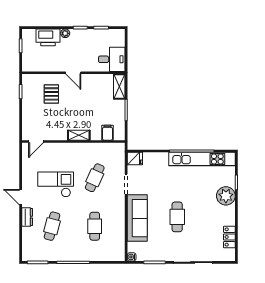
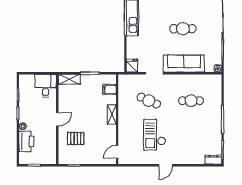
door: (36, 141) -> (117, 152), swing flipped
dresser: (27, 217) -> (213, 160), moved
cafe table: (52, 226) -> (191, 138), removed

